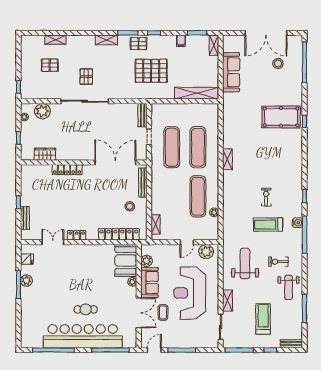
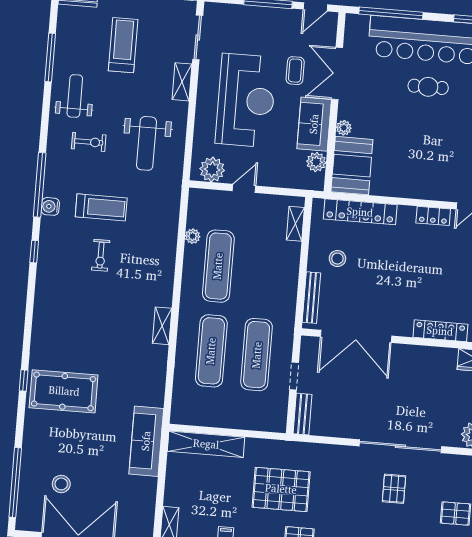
sofa: (231, 72) -> (146, 441), moved
treadmill: (263, 319) -> (123, 45), turned 180

